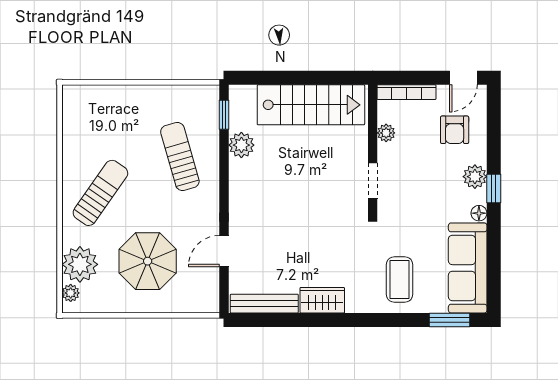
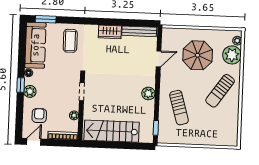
plant: (241, 145) -> (148, 93), moved

